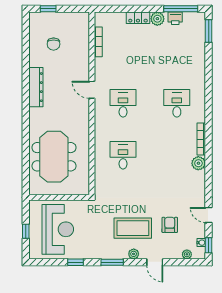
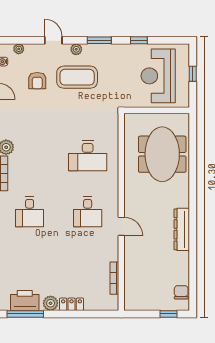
printer: (175, 18) -> (25, 300), width x1.87, depth x1.48
chair: (54, 44) -> (181, 292), moved
desk: (123, 155) -> (88, 156), width x1.37

